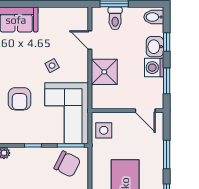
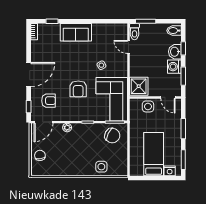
toilet: (115, 18) -> (135, 32), moved
shower: (104, 72) -> (139, 86), moved
side table: (104, 130) -> (148, 106), moved

